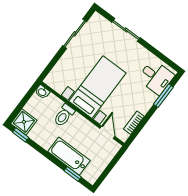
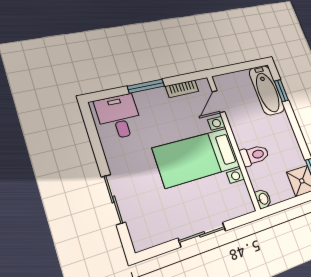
sliding door: (75, 34) -> (202, 234), moved
window: (163, 96) -> (146, 86), moved
bathtub: (69, 156) -> (267, 90), moved

